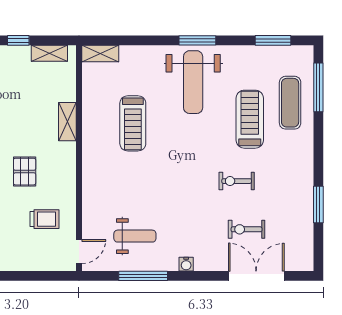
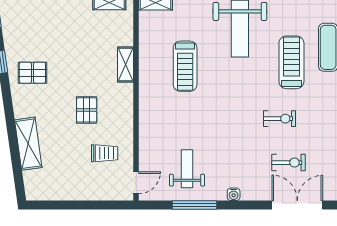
exercise bike: (237, 181) -> (280, 119), turned 180
exercise bike: (247, 229) -> (289, 163), turned 180
weight bench: (135, 236) -> (187, 169), turned -90

